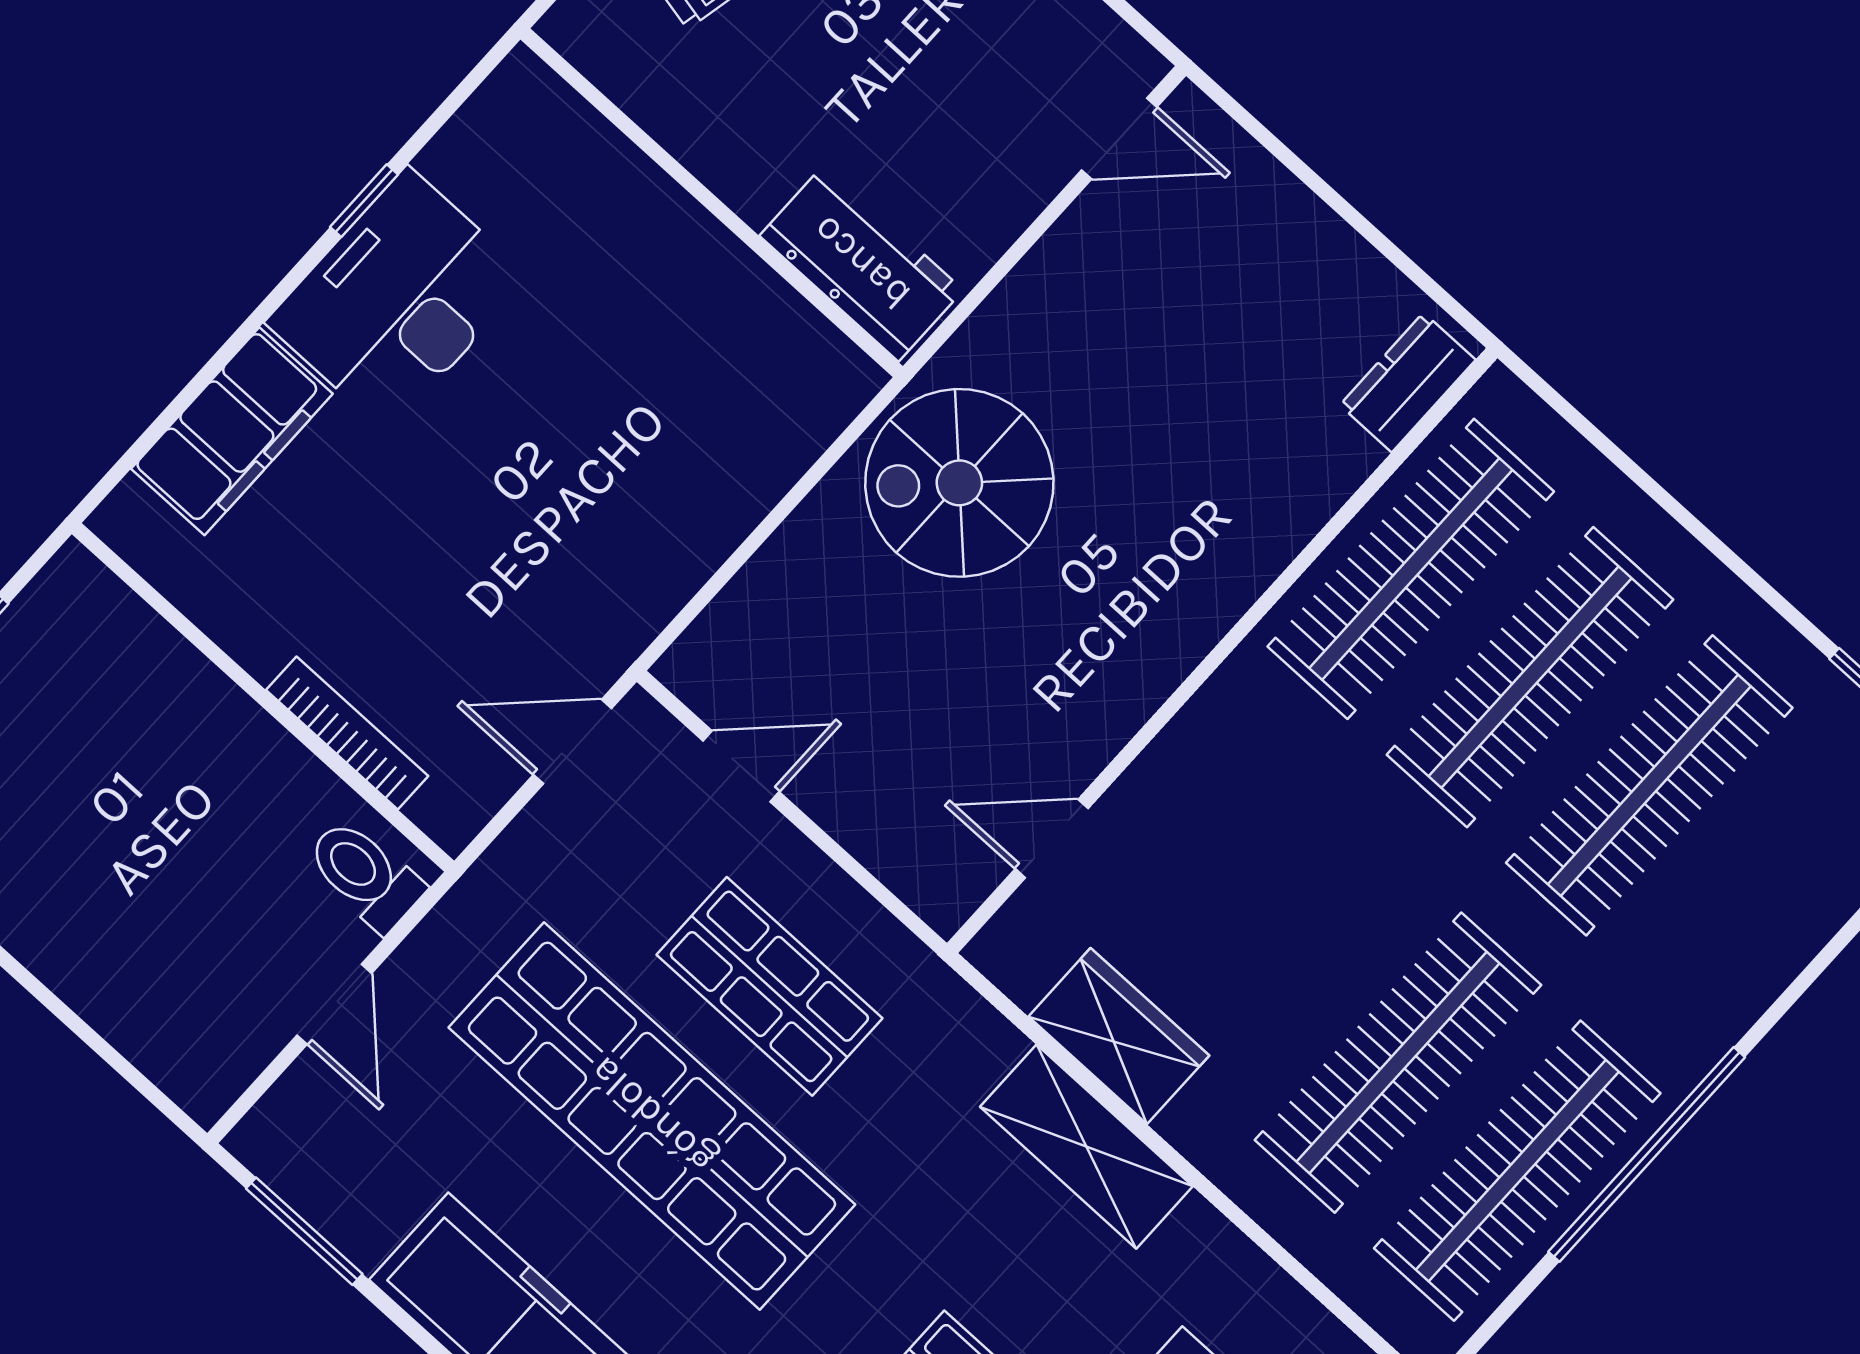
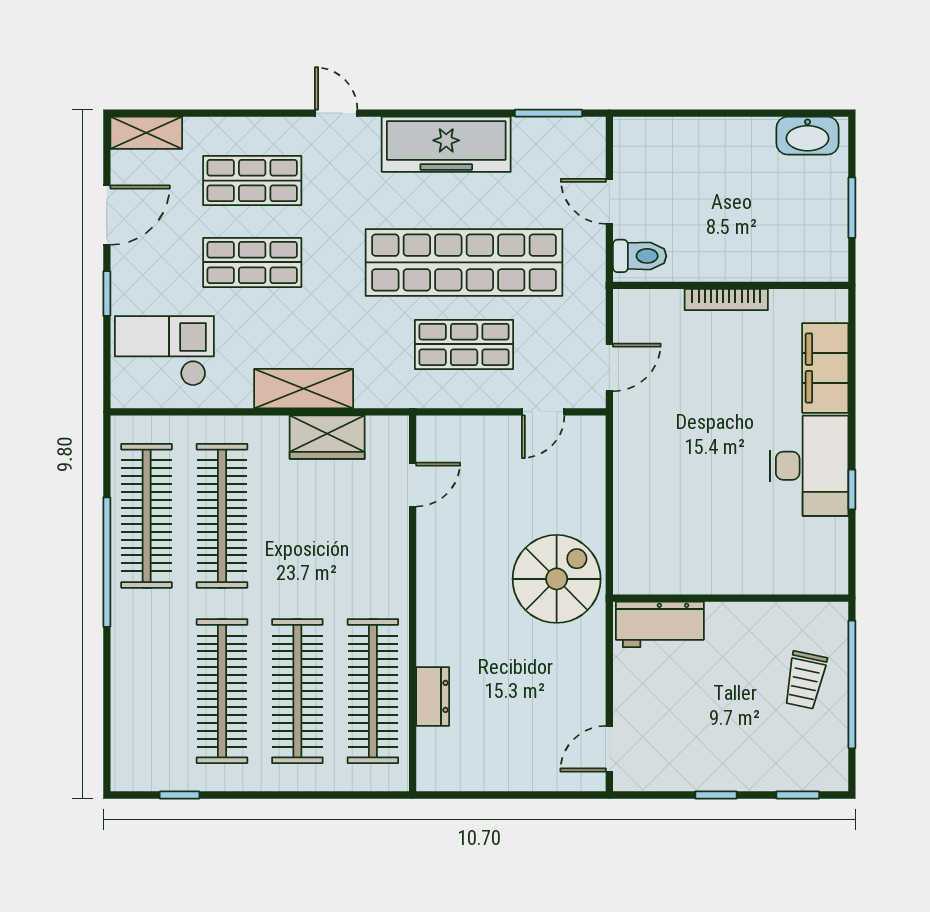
dresser: (1408, 382) -> (433, 696), moved
bookcase: (347, 733) -> (726, 300), moved

